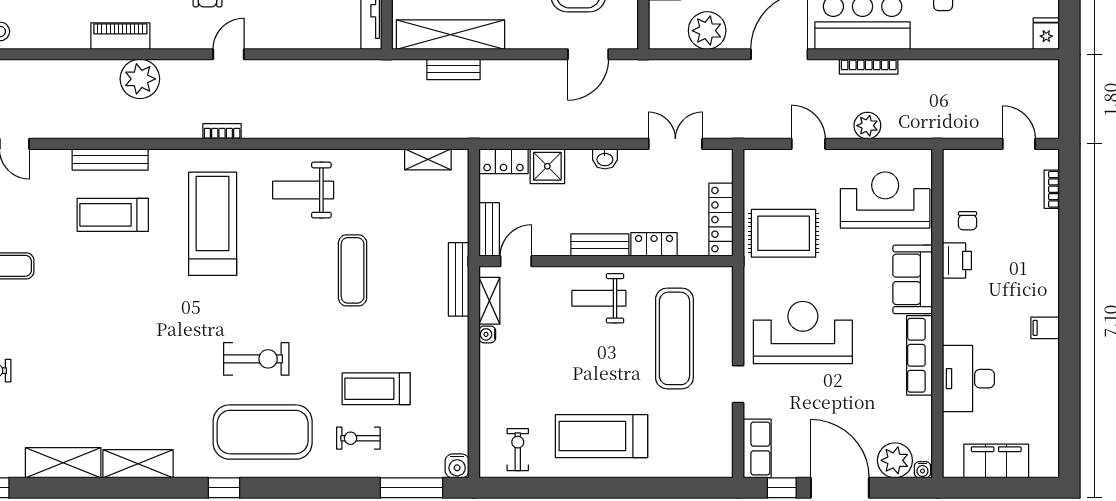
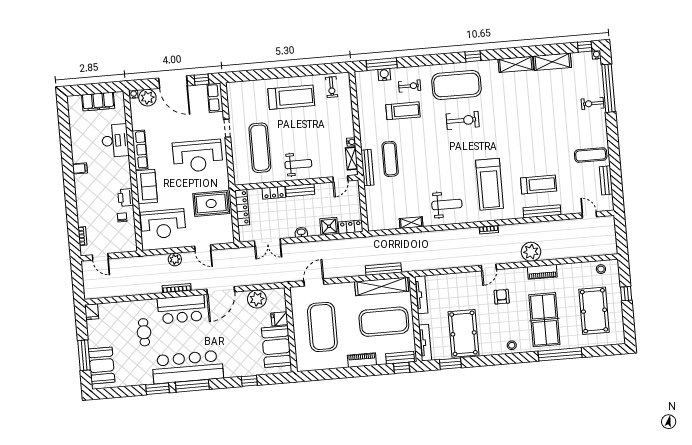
bench: (453, 69) -> (383, 269), width x1.36
shelving: (428, 159) -> (411, 223), moved
bench: (489, 229) -> (355, 193), removed
exercise mat: (353, 270) -> (390, 159), moved
exercise bike: (256, 359) -> (463, 120), turned 180
water cooler: (457, 466) -> (384, 75), moved

